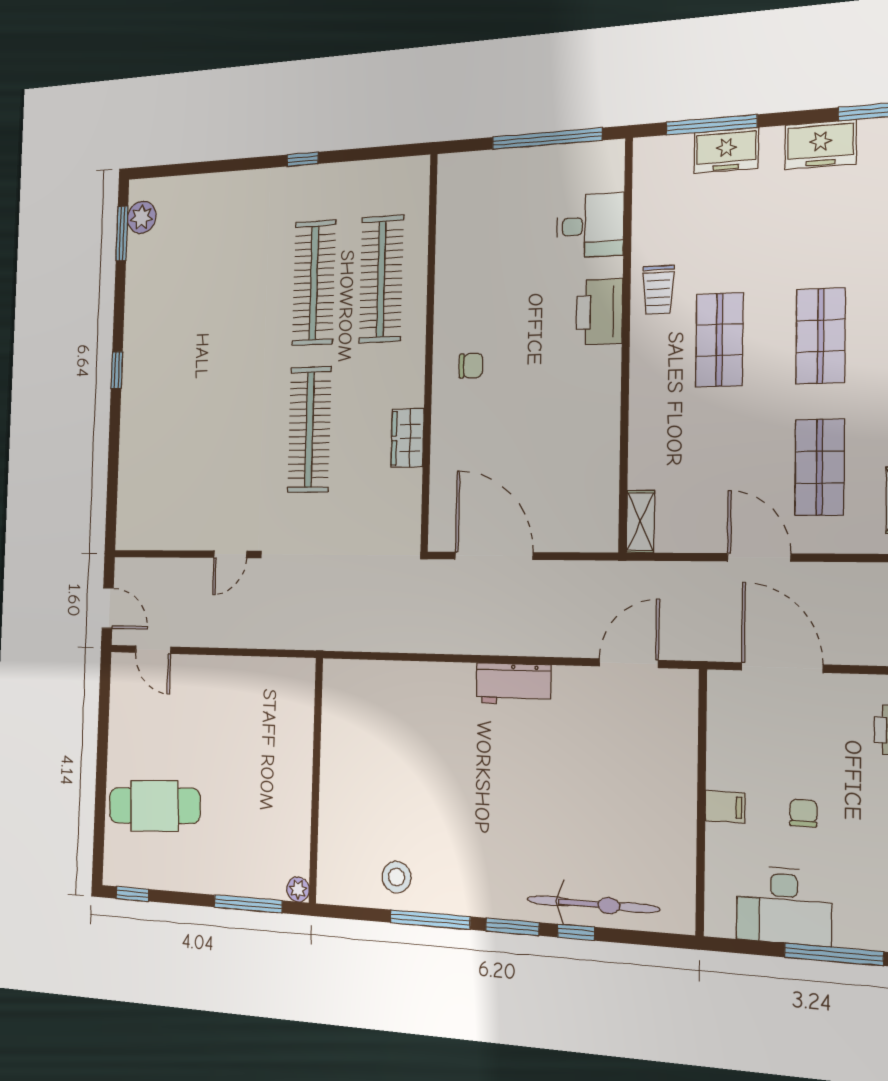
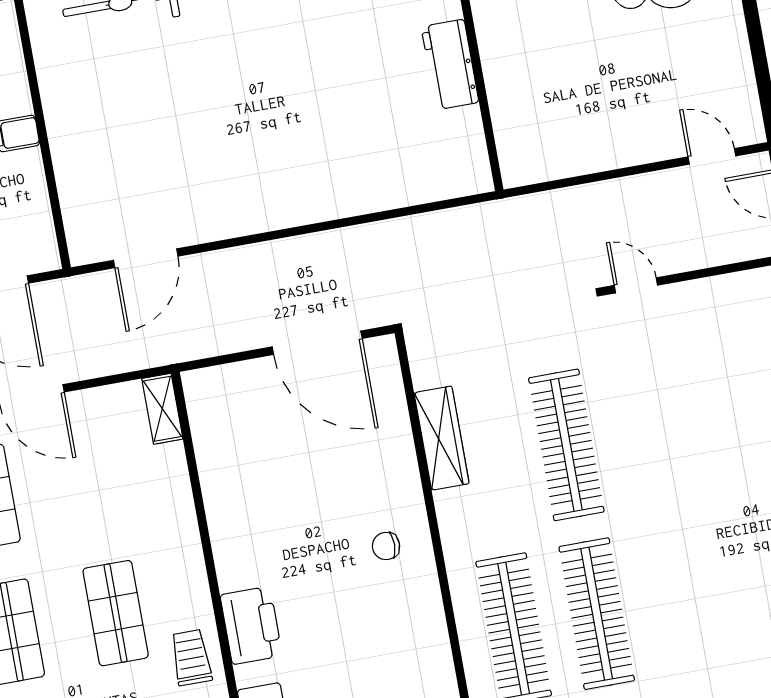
wardrobe: (407, 438) -> (442, 438), width x1.50
door: (230, 554) -> (636, 285), hinge flipped
workbench: (513, 684) -> (450, 65), moved, turned -90

